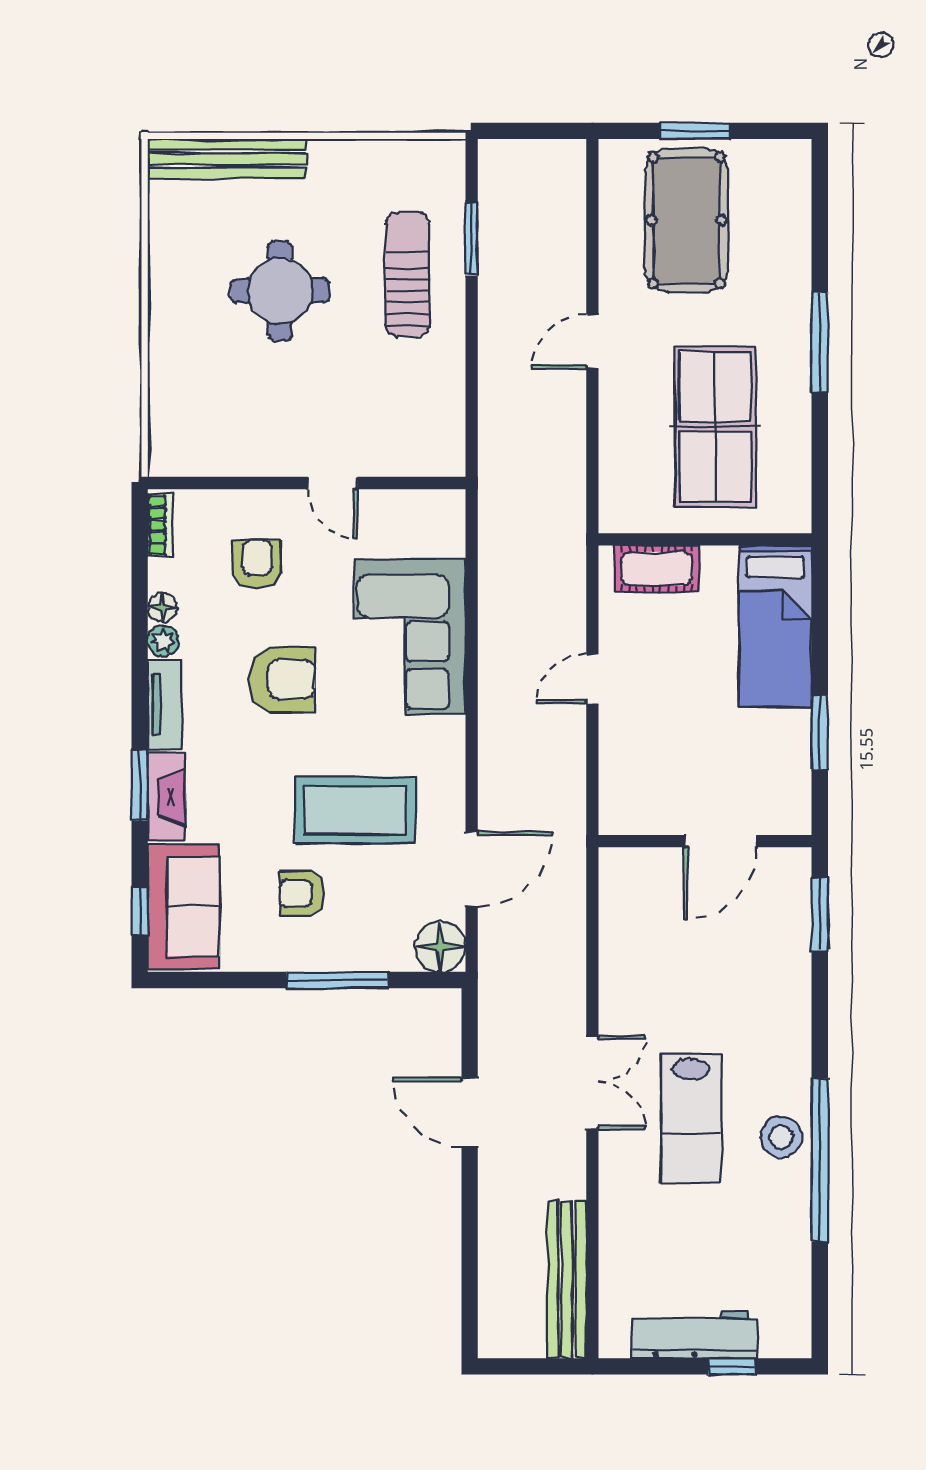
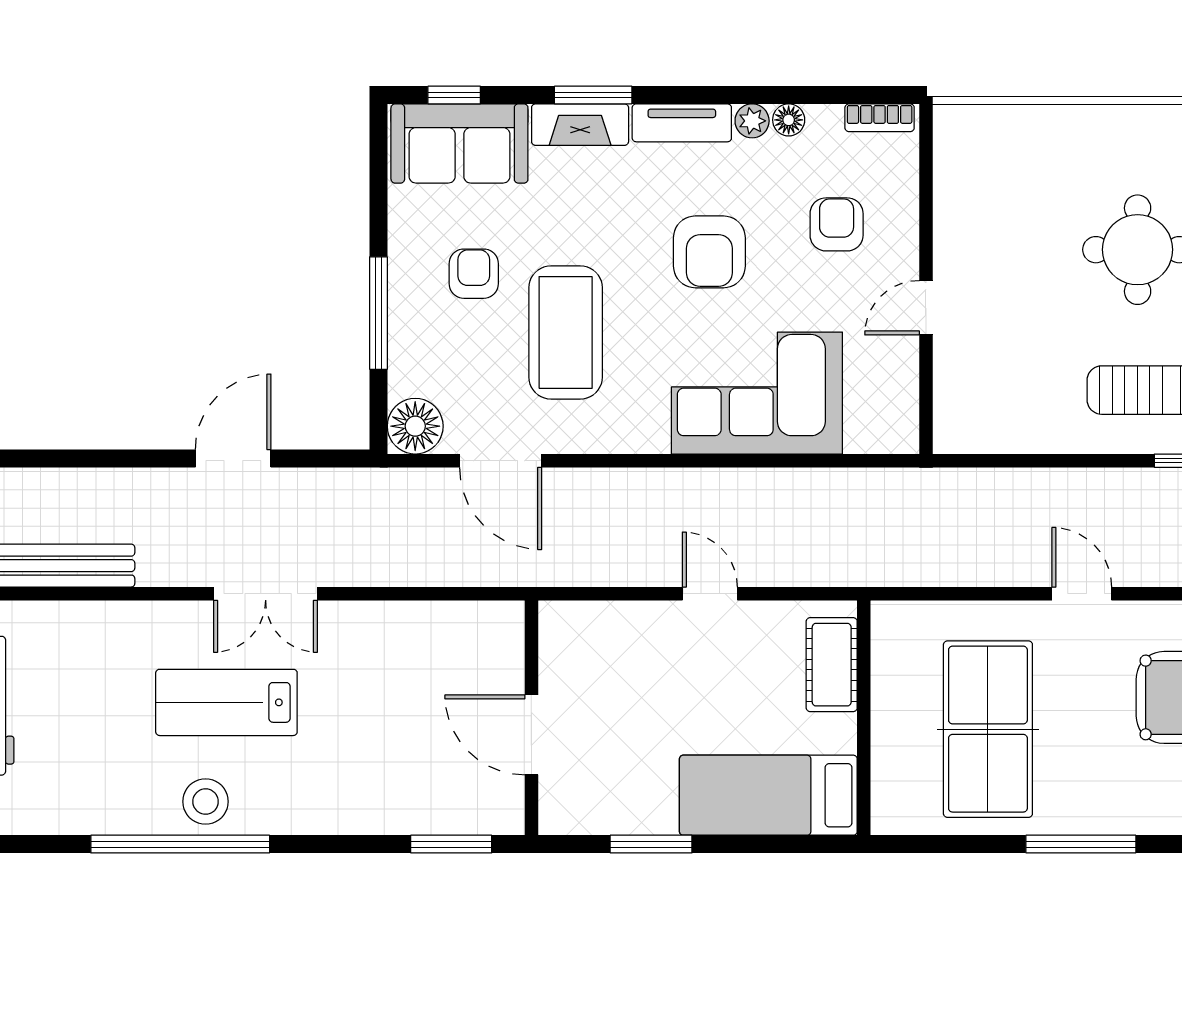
table tennis table: (715, 427) -> (988, 729), turned 90
armchair: (257, 564) -> (837, 224), turned -90

